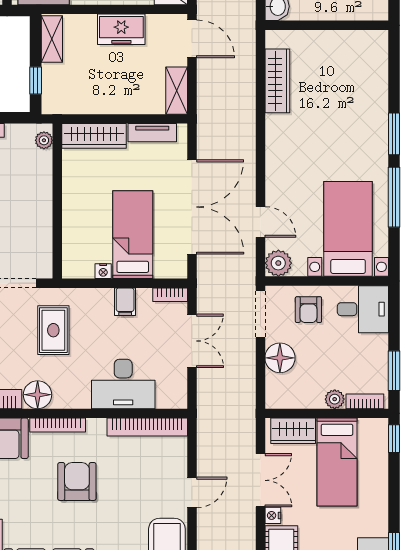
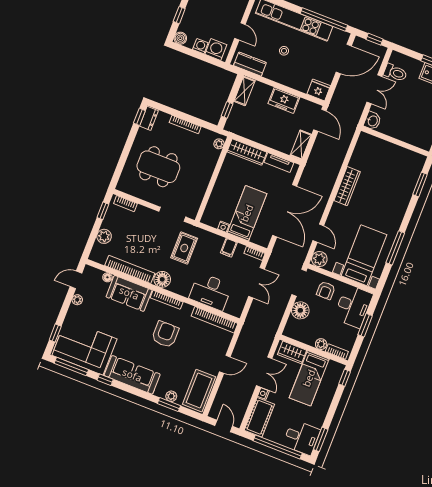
wardrobe: (277, 81) -> (347, 186), moved
window: (394, 134) -> (420, 184), moved
desk: (363, 309) -> (353, 306), width x1.37
window: (394, 371) -> (365, 325), moved

